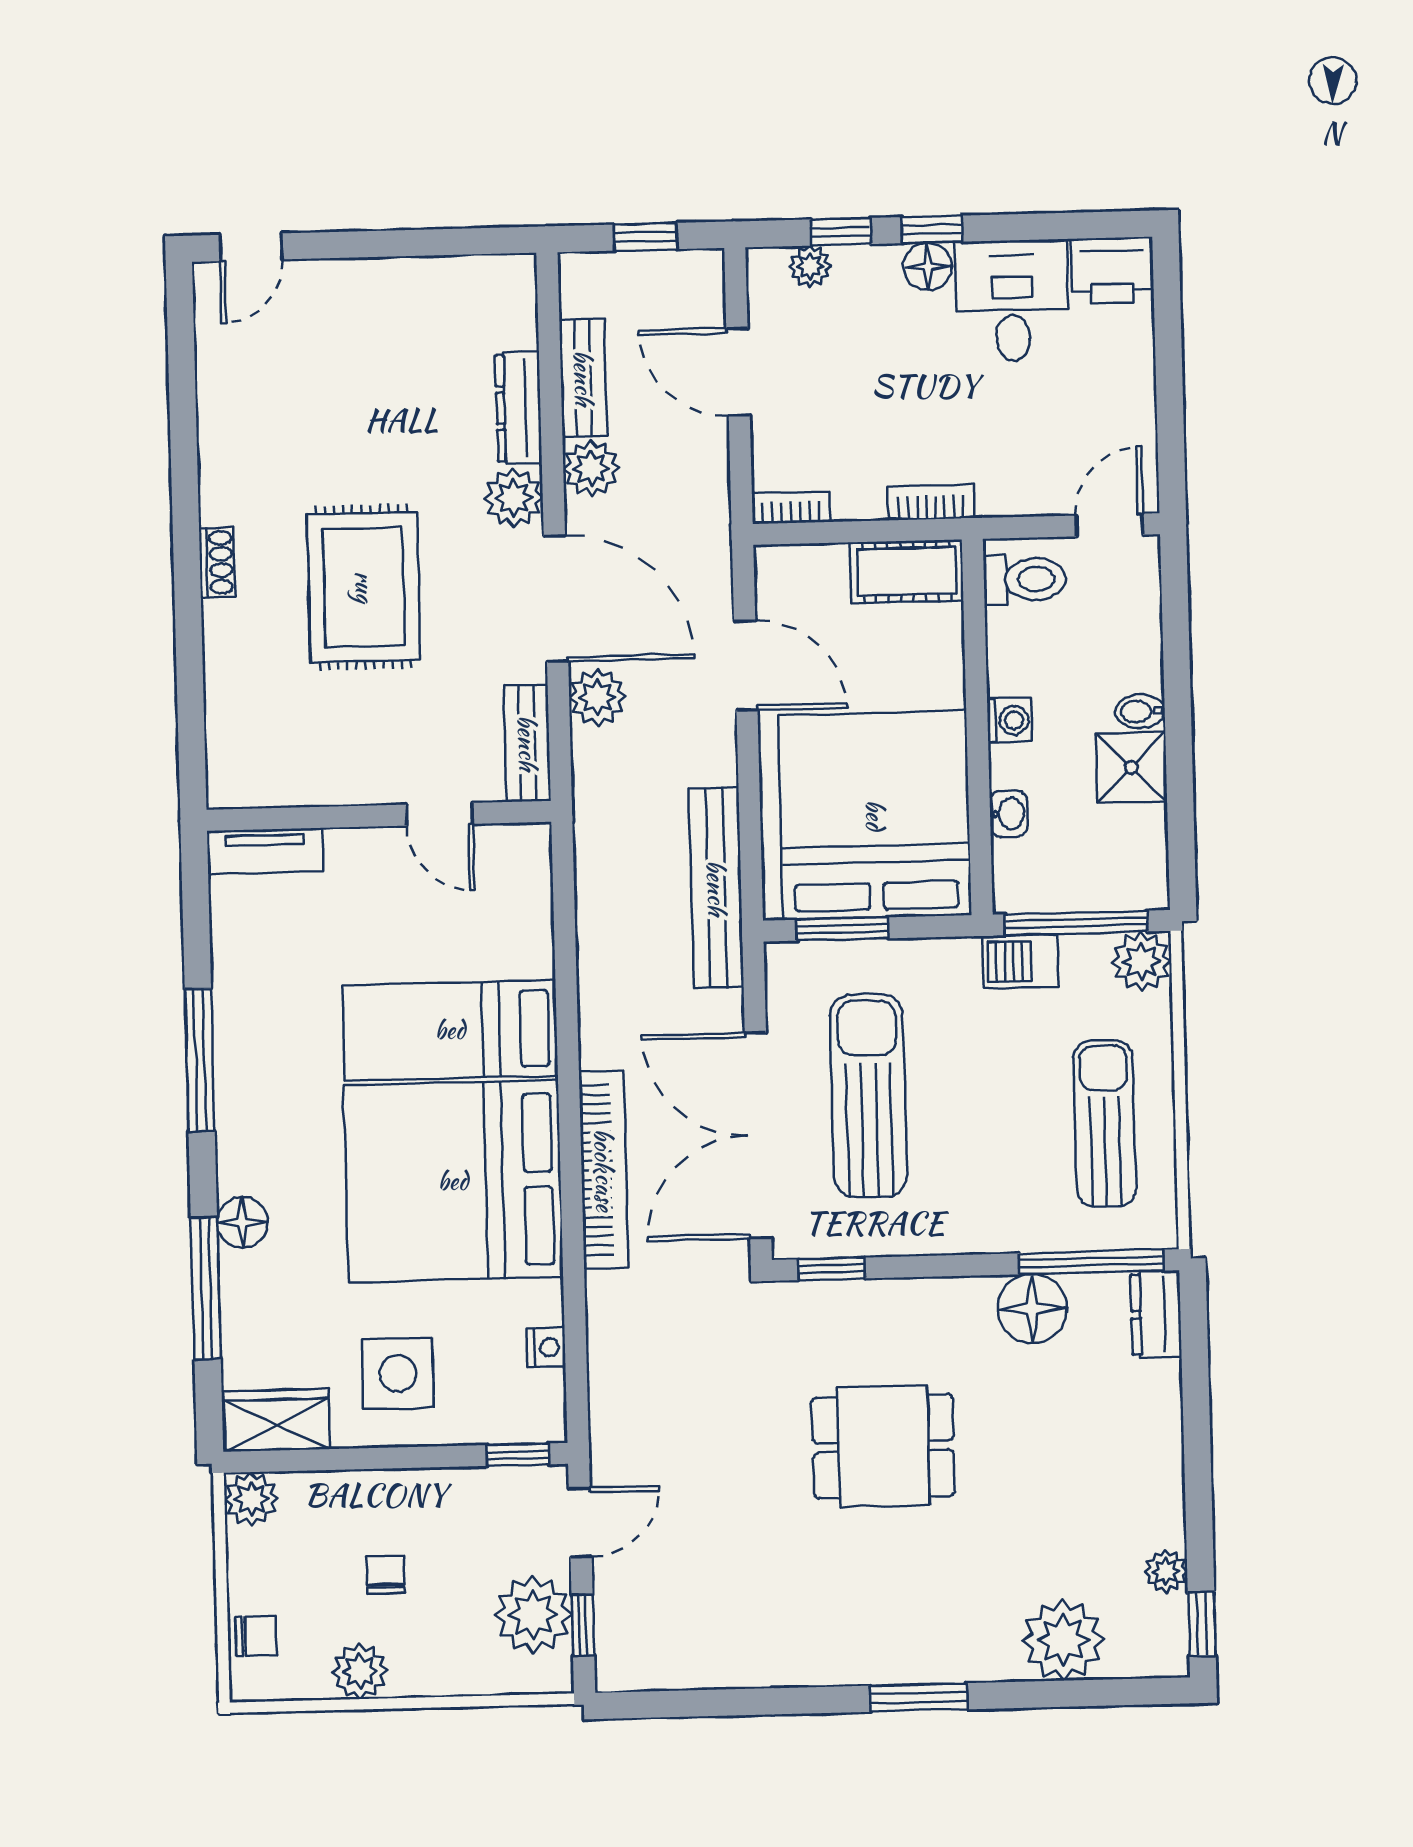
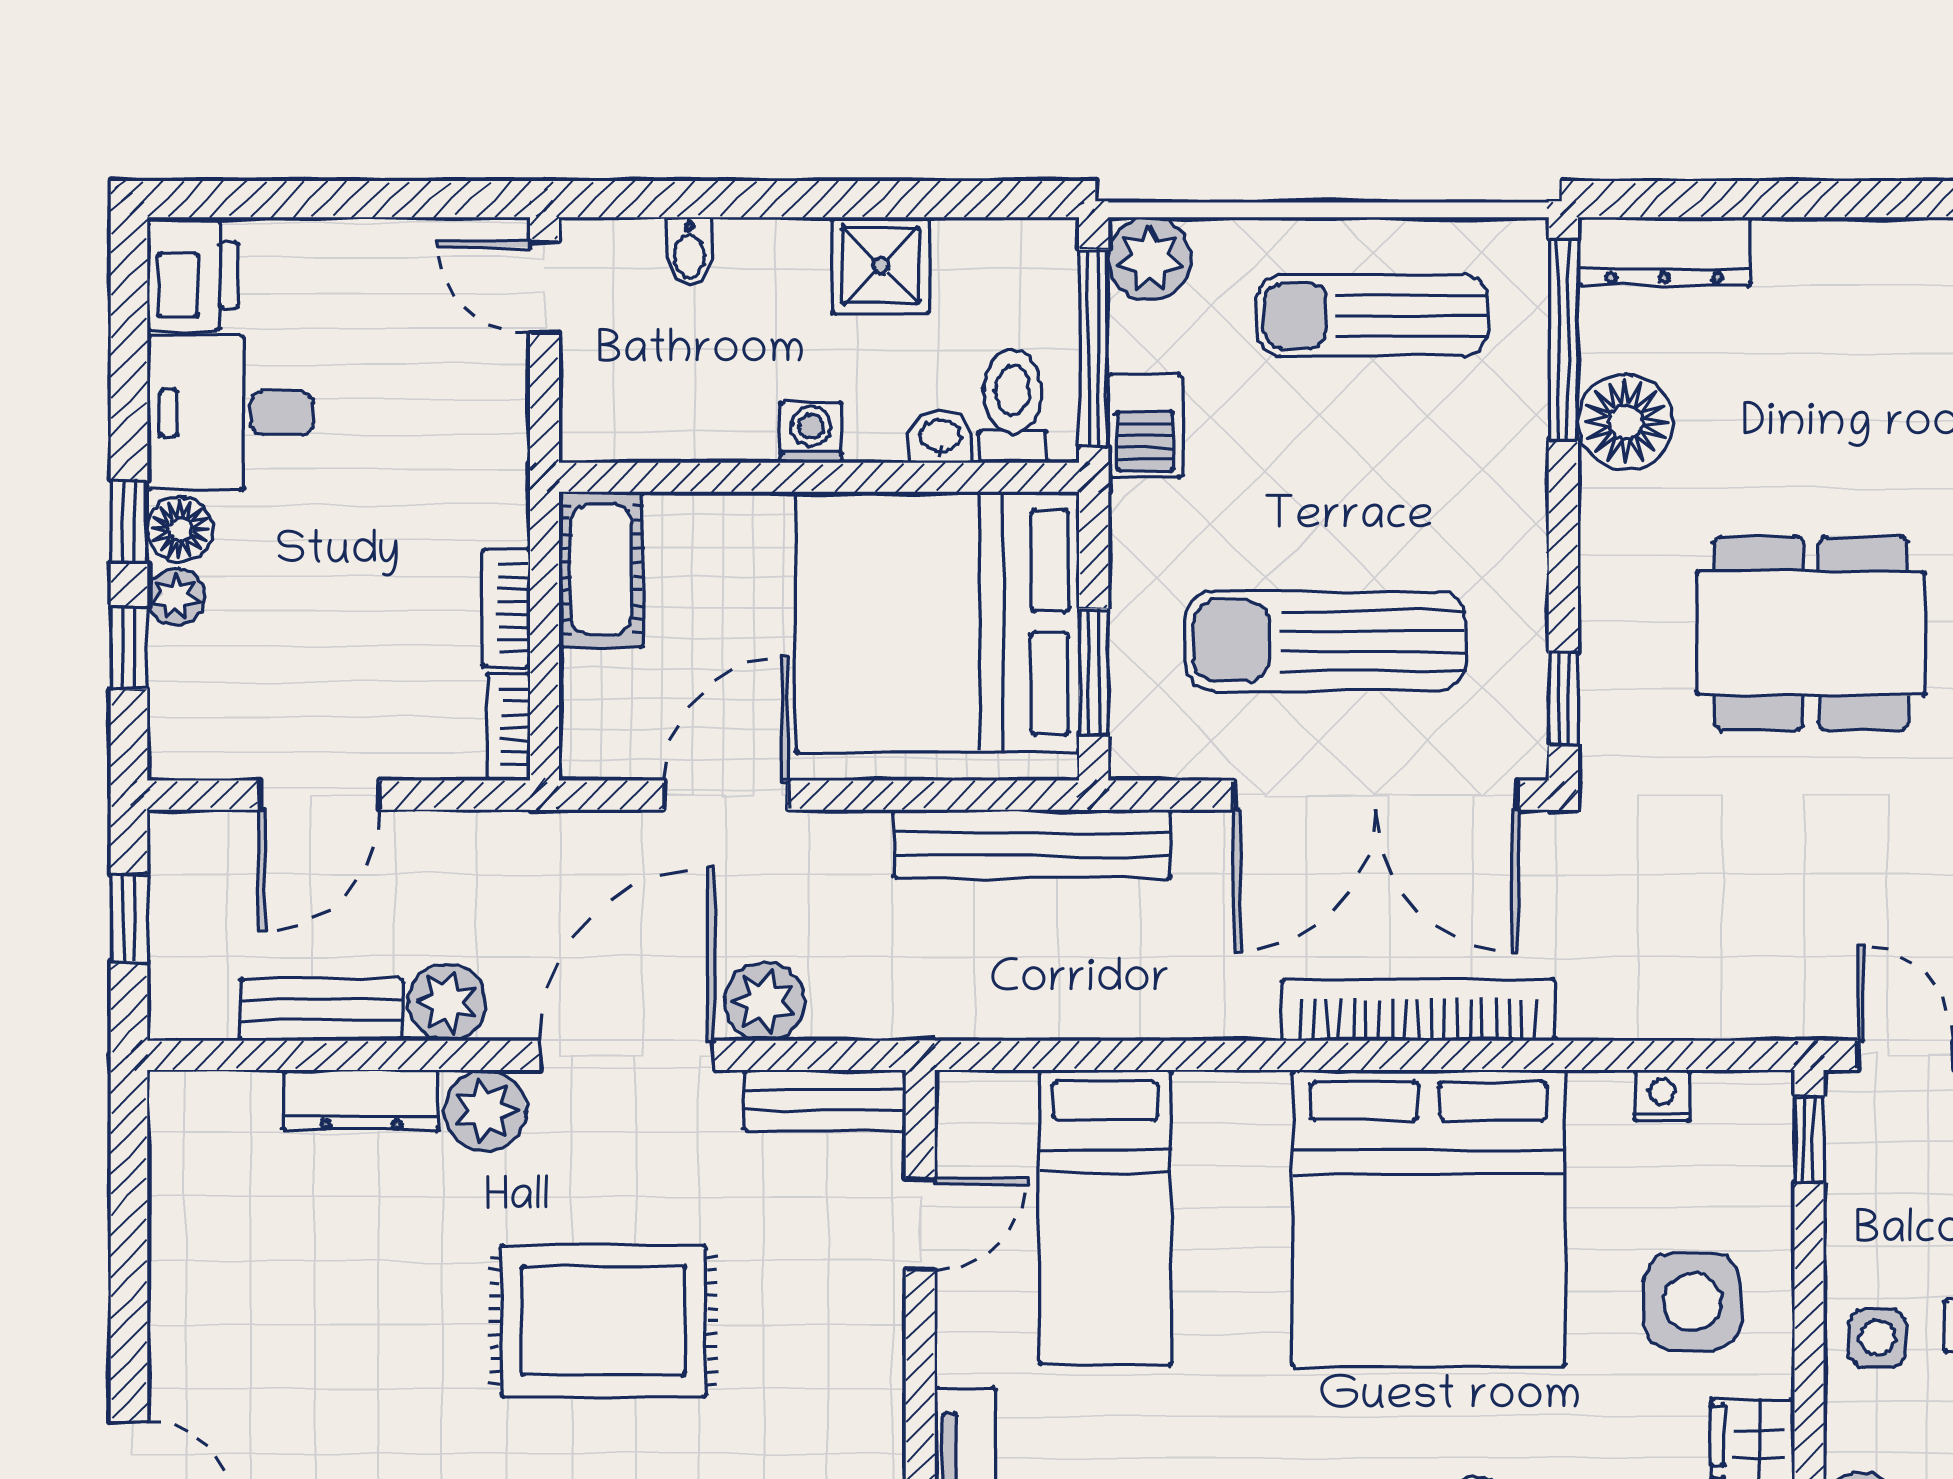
plant: (810, 266) -> (176, 597), moved
bookcase: (931, 502) -> (506, 608), moved
toilet: (1025, 579) -> (1013, 406), moved
bidet: (1140, 711) -> (689, 251), moved
bed: (450, 1030) -> (1105, 1217), moved
dresser: (1156, 1314) -> (1664, 251), width x1.44
dining table: (883, 1446) -> (1811, 633), width x1.38
side table: (375, 1508) -> (1877, 1338), added

